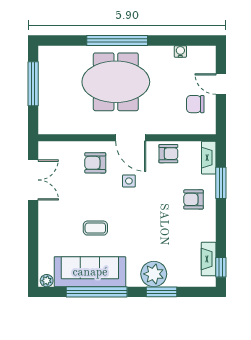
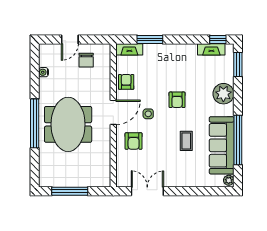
armchair: (194, 199) -> (177, 100), moved
window: (162, 292) -> (238, 65), moved

